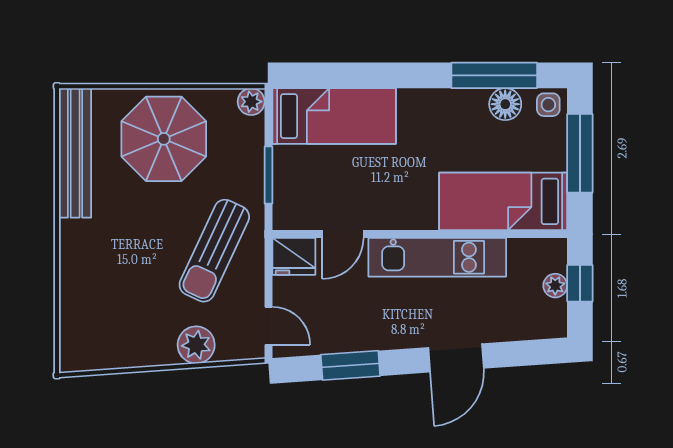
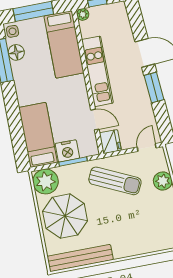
plant: (251, 102) -> (46, 181), width x1.87, depth x1.87
nightstand: (292, 168) -> (67, 151), added
plant: (555, 286) -> (83, 14), moved
window: (350, 365) -> (154, 87), moved

